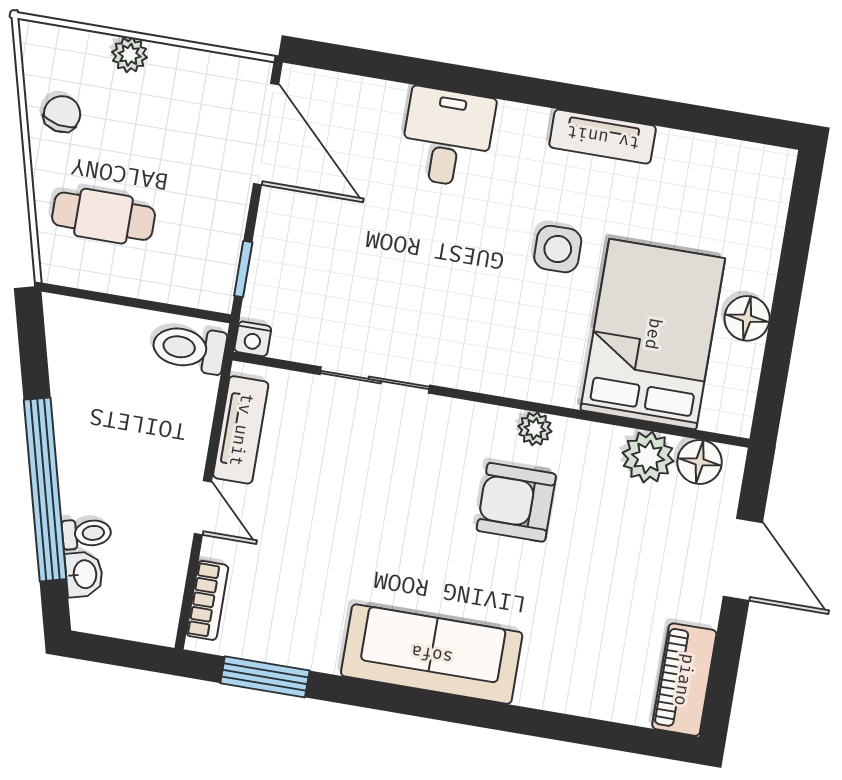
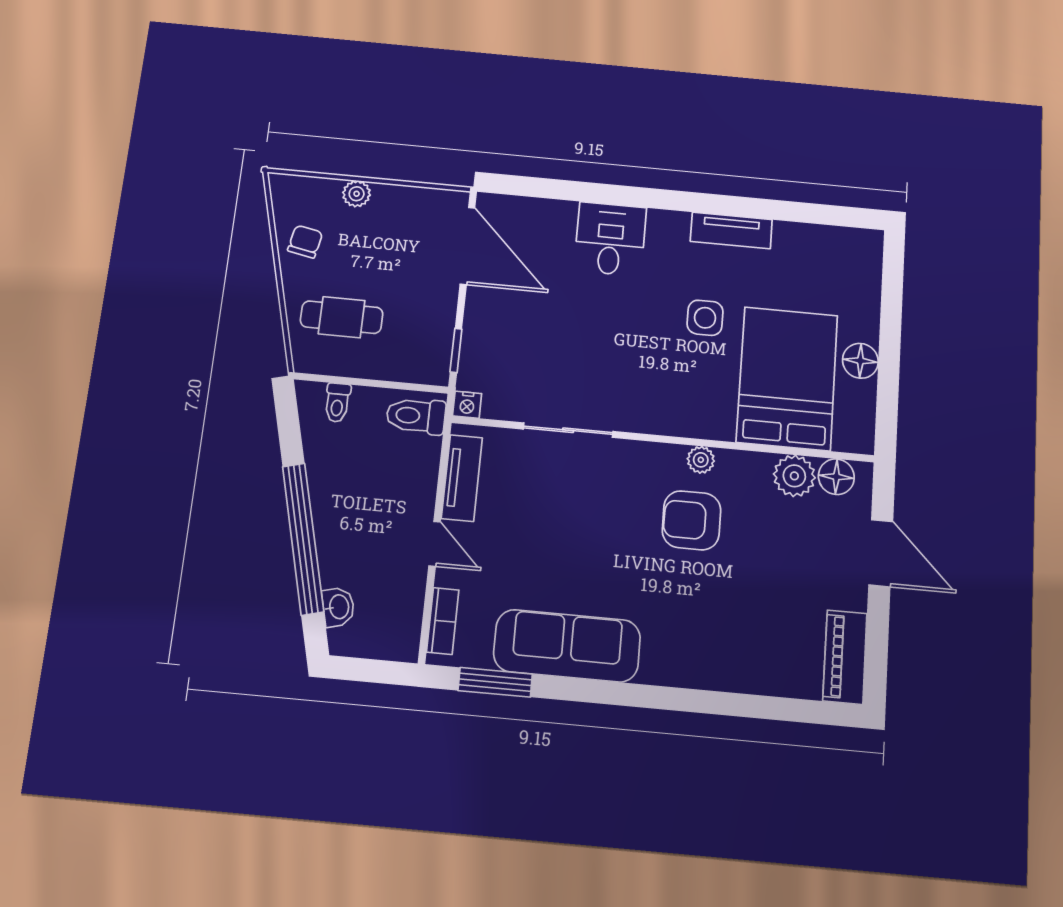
toilet: (87, 533) -> (337, 403), moved, turned 105
sofa: (432, 654) -> (567, 646), moved

